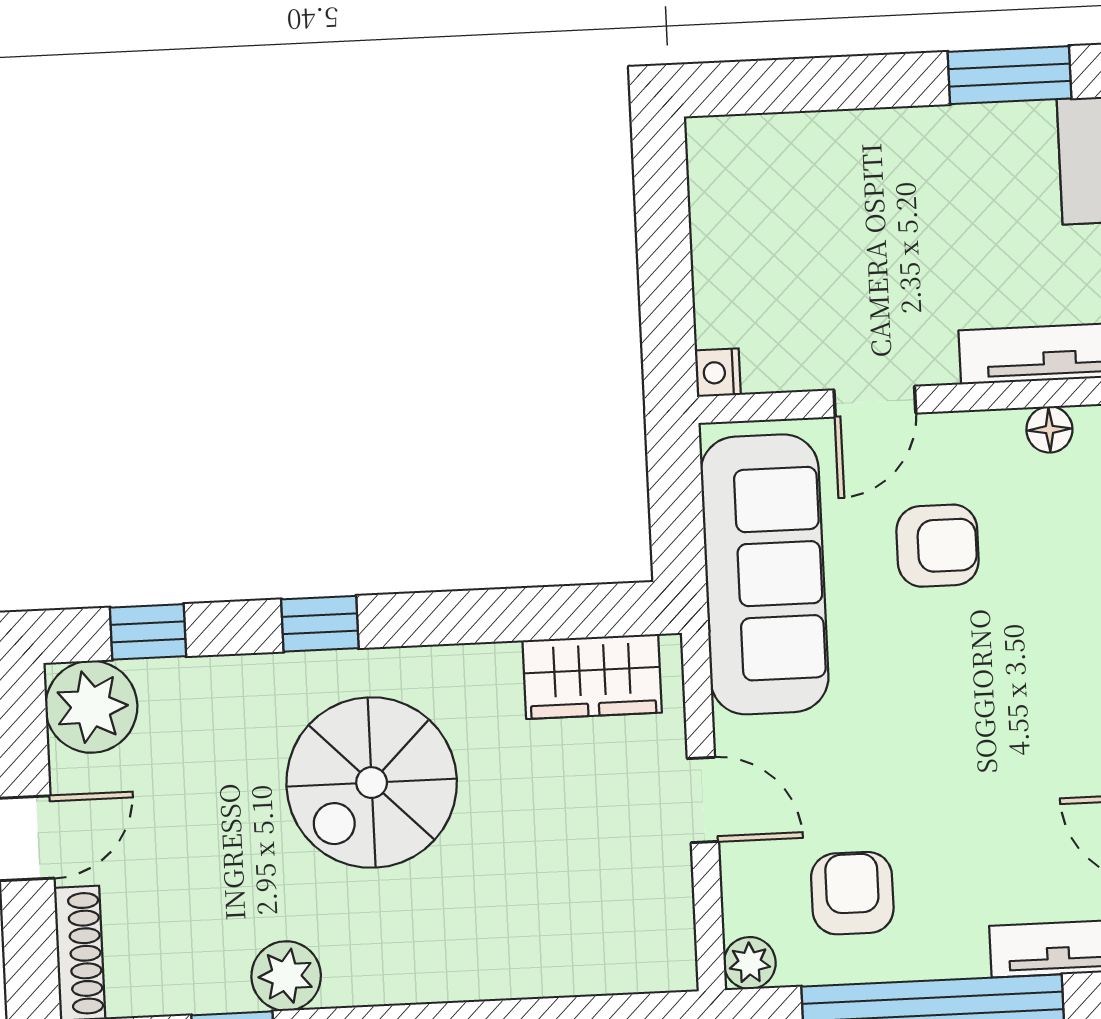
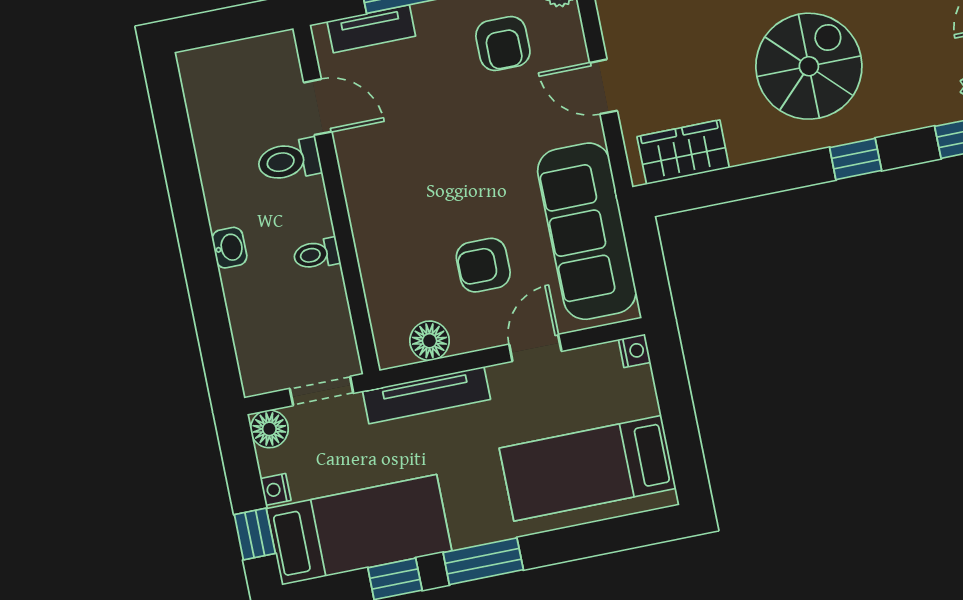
bed: (821, 197) -> (588, 468), added
floor lamp: (1049, 429) -> (430, 341), width x1.37, depth x1.37

